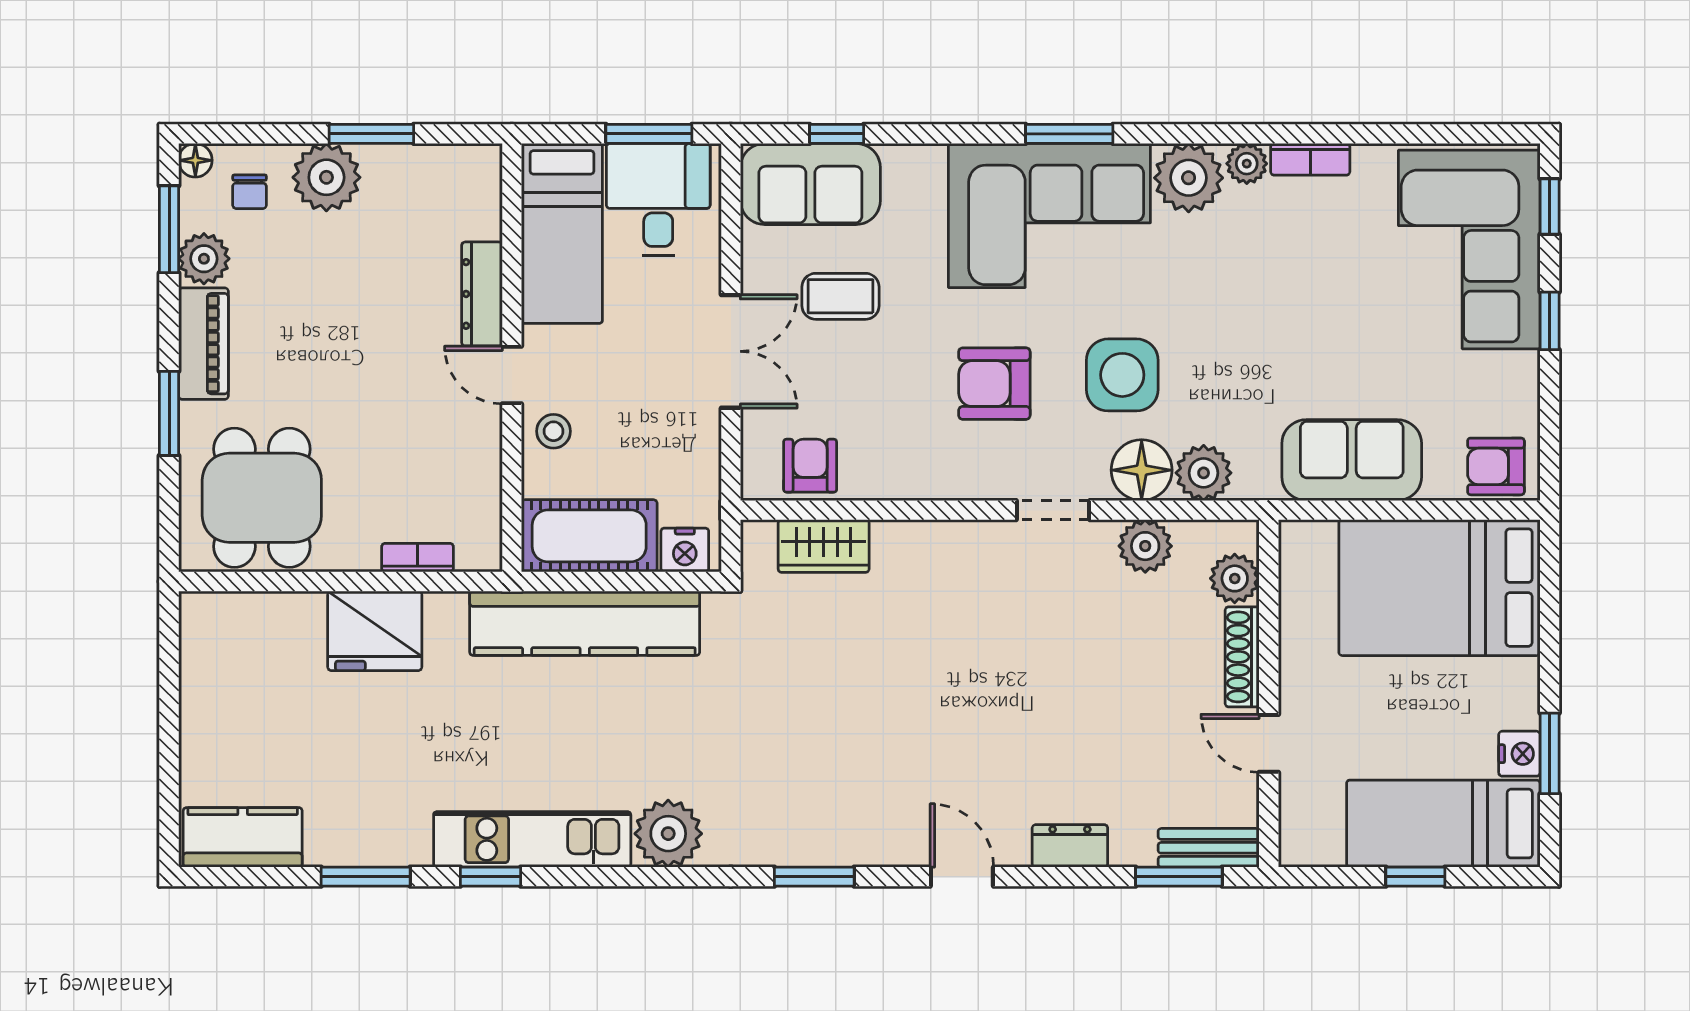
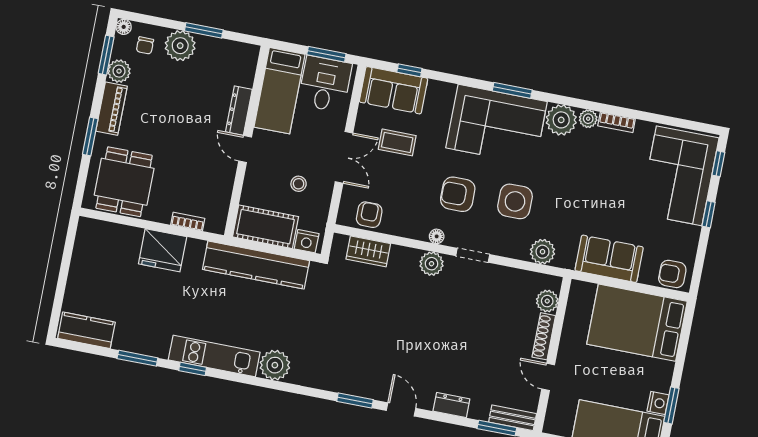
stool: (554, 431) -> (299, 184), moved
floor lamp: (1142, 470) -> (437, 236), moved, width x0.53, depth x0.53
plant: (1145, 546) -> (432, 264), moved
window: (814, 877) -> (355, 400), moved

